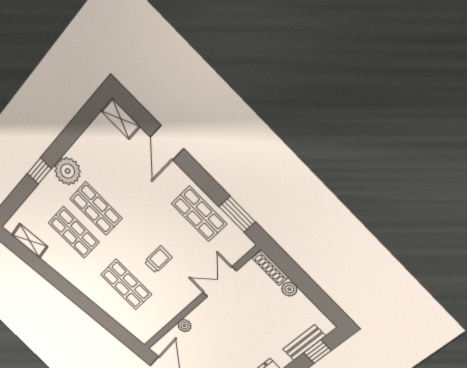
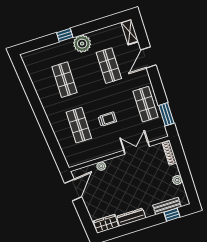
shop shelf: (96, 209) -> (109, 66), moved
shelving: (30, 241) -> (33, 71), removed
plant: (289, 289) -> (177, 180), moved

